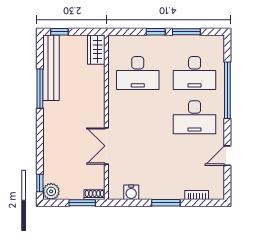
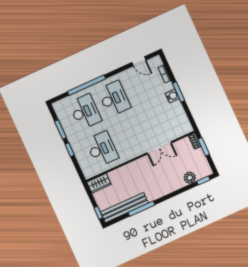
door: (227, 156) -> (139, 61), moved
plant: (51, 191) -> (190, 178), moved
water cooler: (131, 192) -> (172, 96), moved

